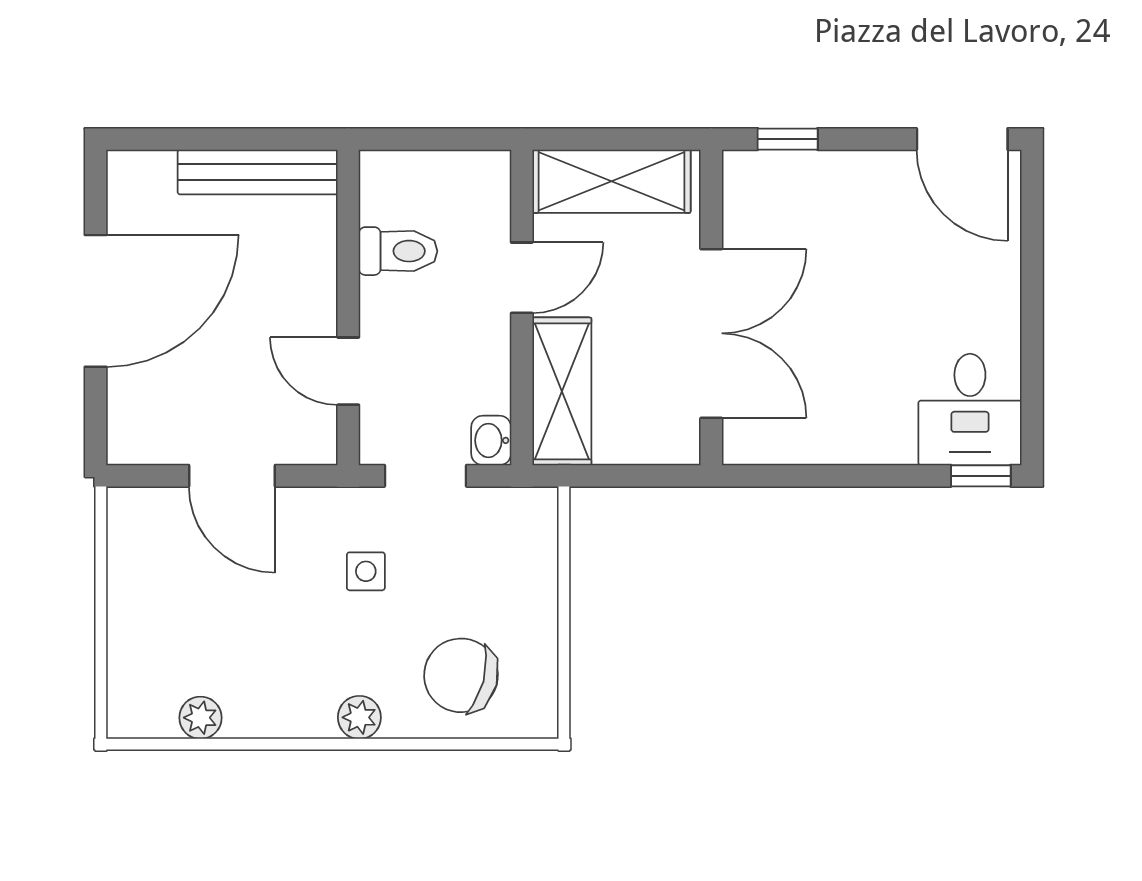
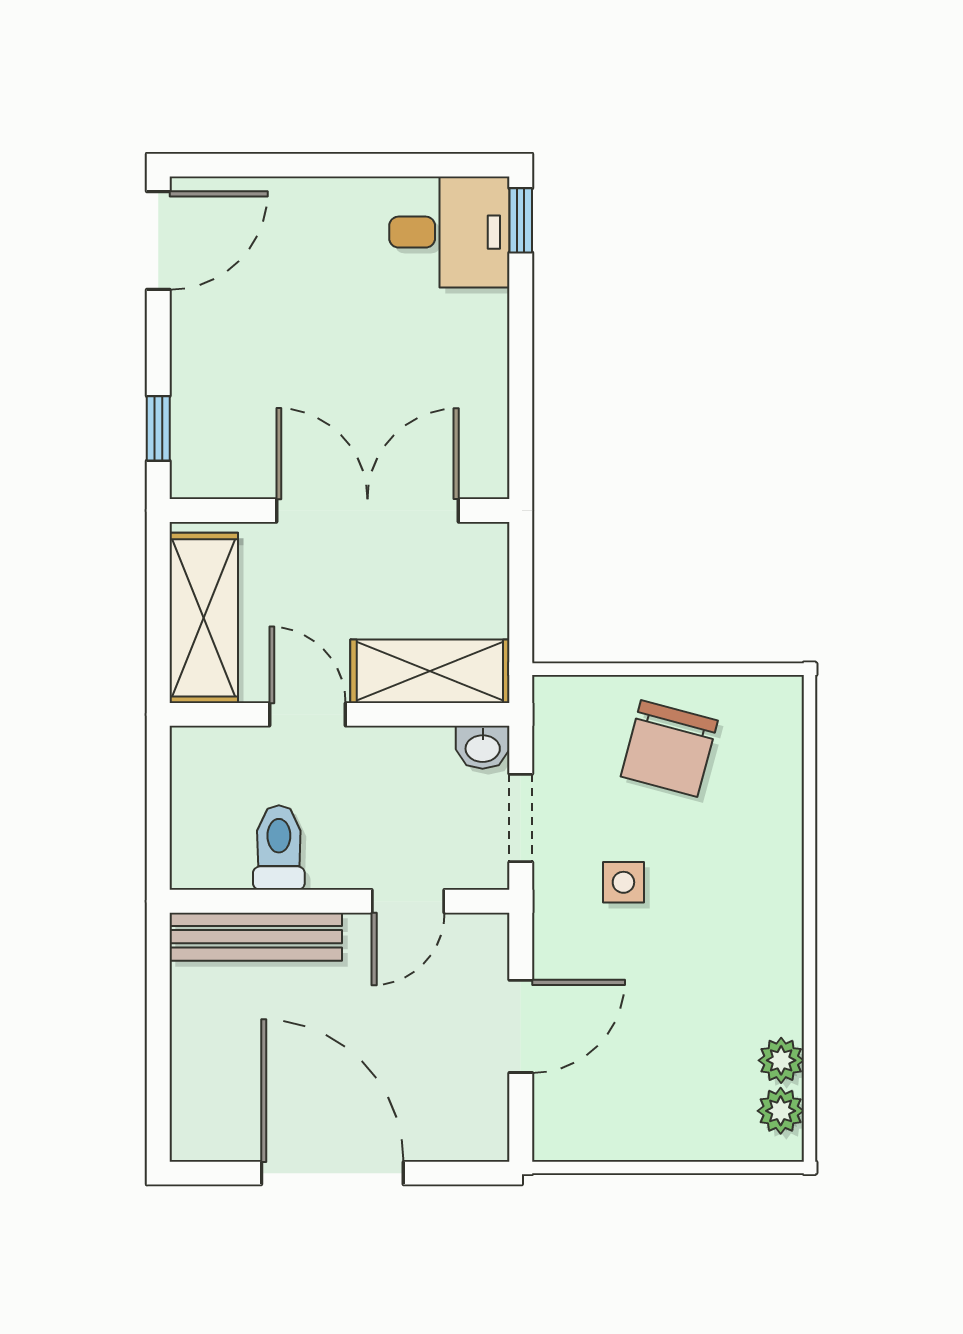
bench: (258, 172) -> (256, 937), moved, turned 90
chair: (461, 675) -> (669, 749), moved
plant: (359, 717) -> (781, 1111), moved

